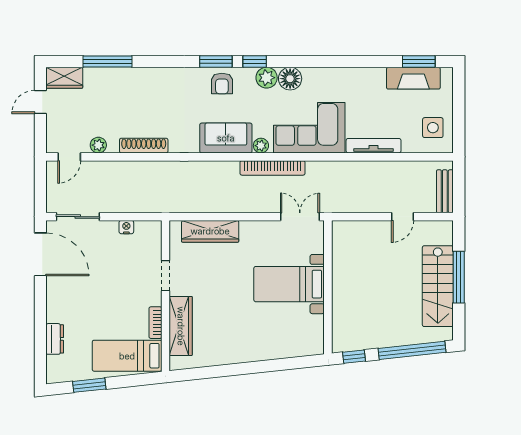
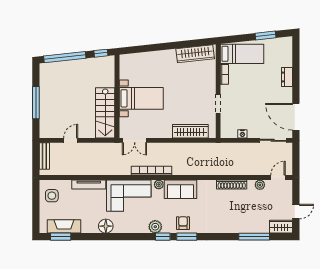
floor lamp: (290, 79) -> (106, 226), moved
stairs: (438, 286) -> (105, 113), moved, turned 180
wardrobe: (181, 326) -> (195, 54), moved, turned -96
dresser: (55, 339) -> (287, 77), moved

